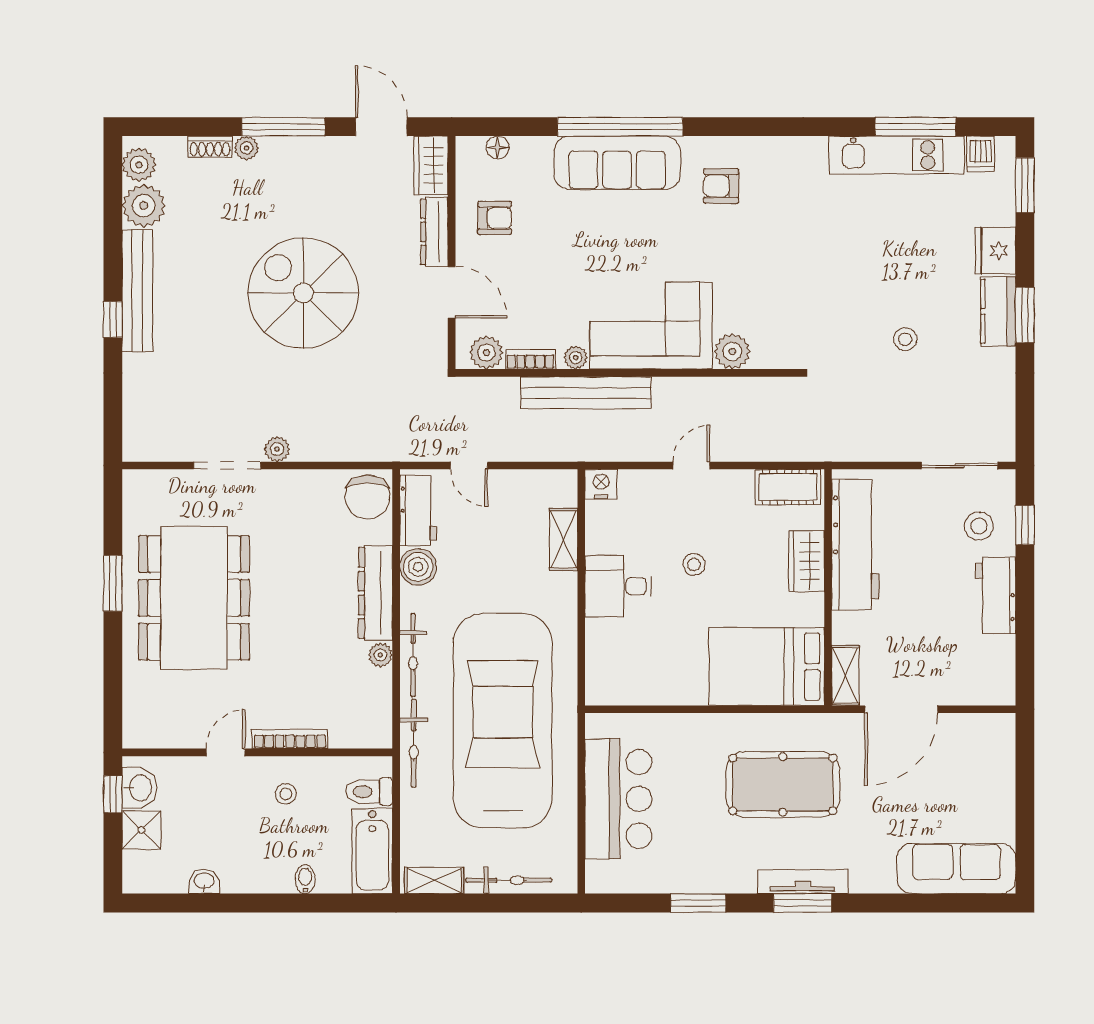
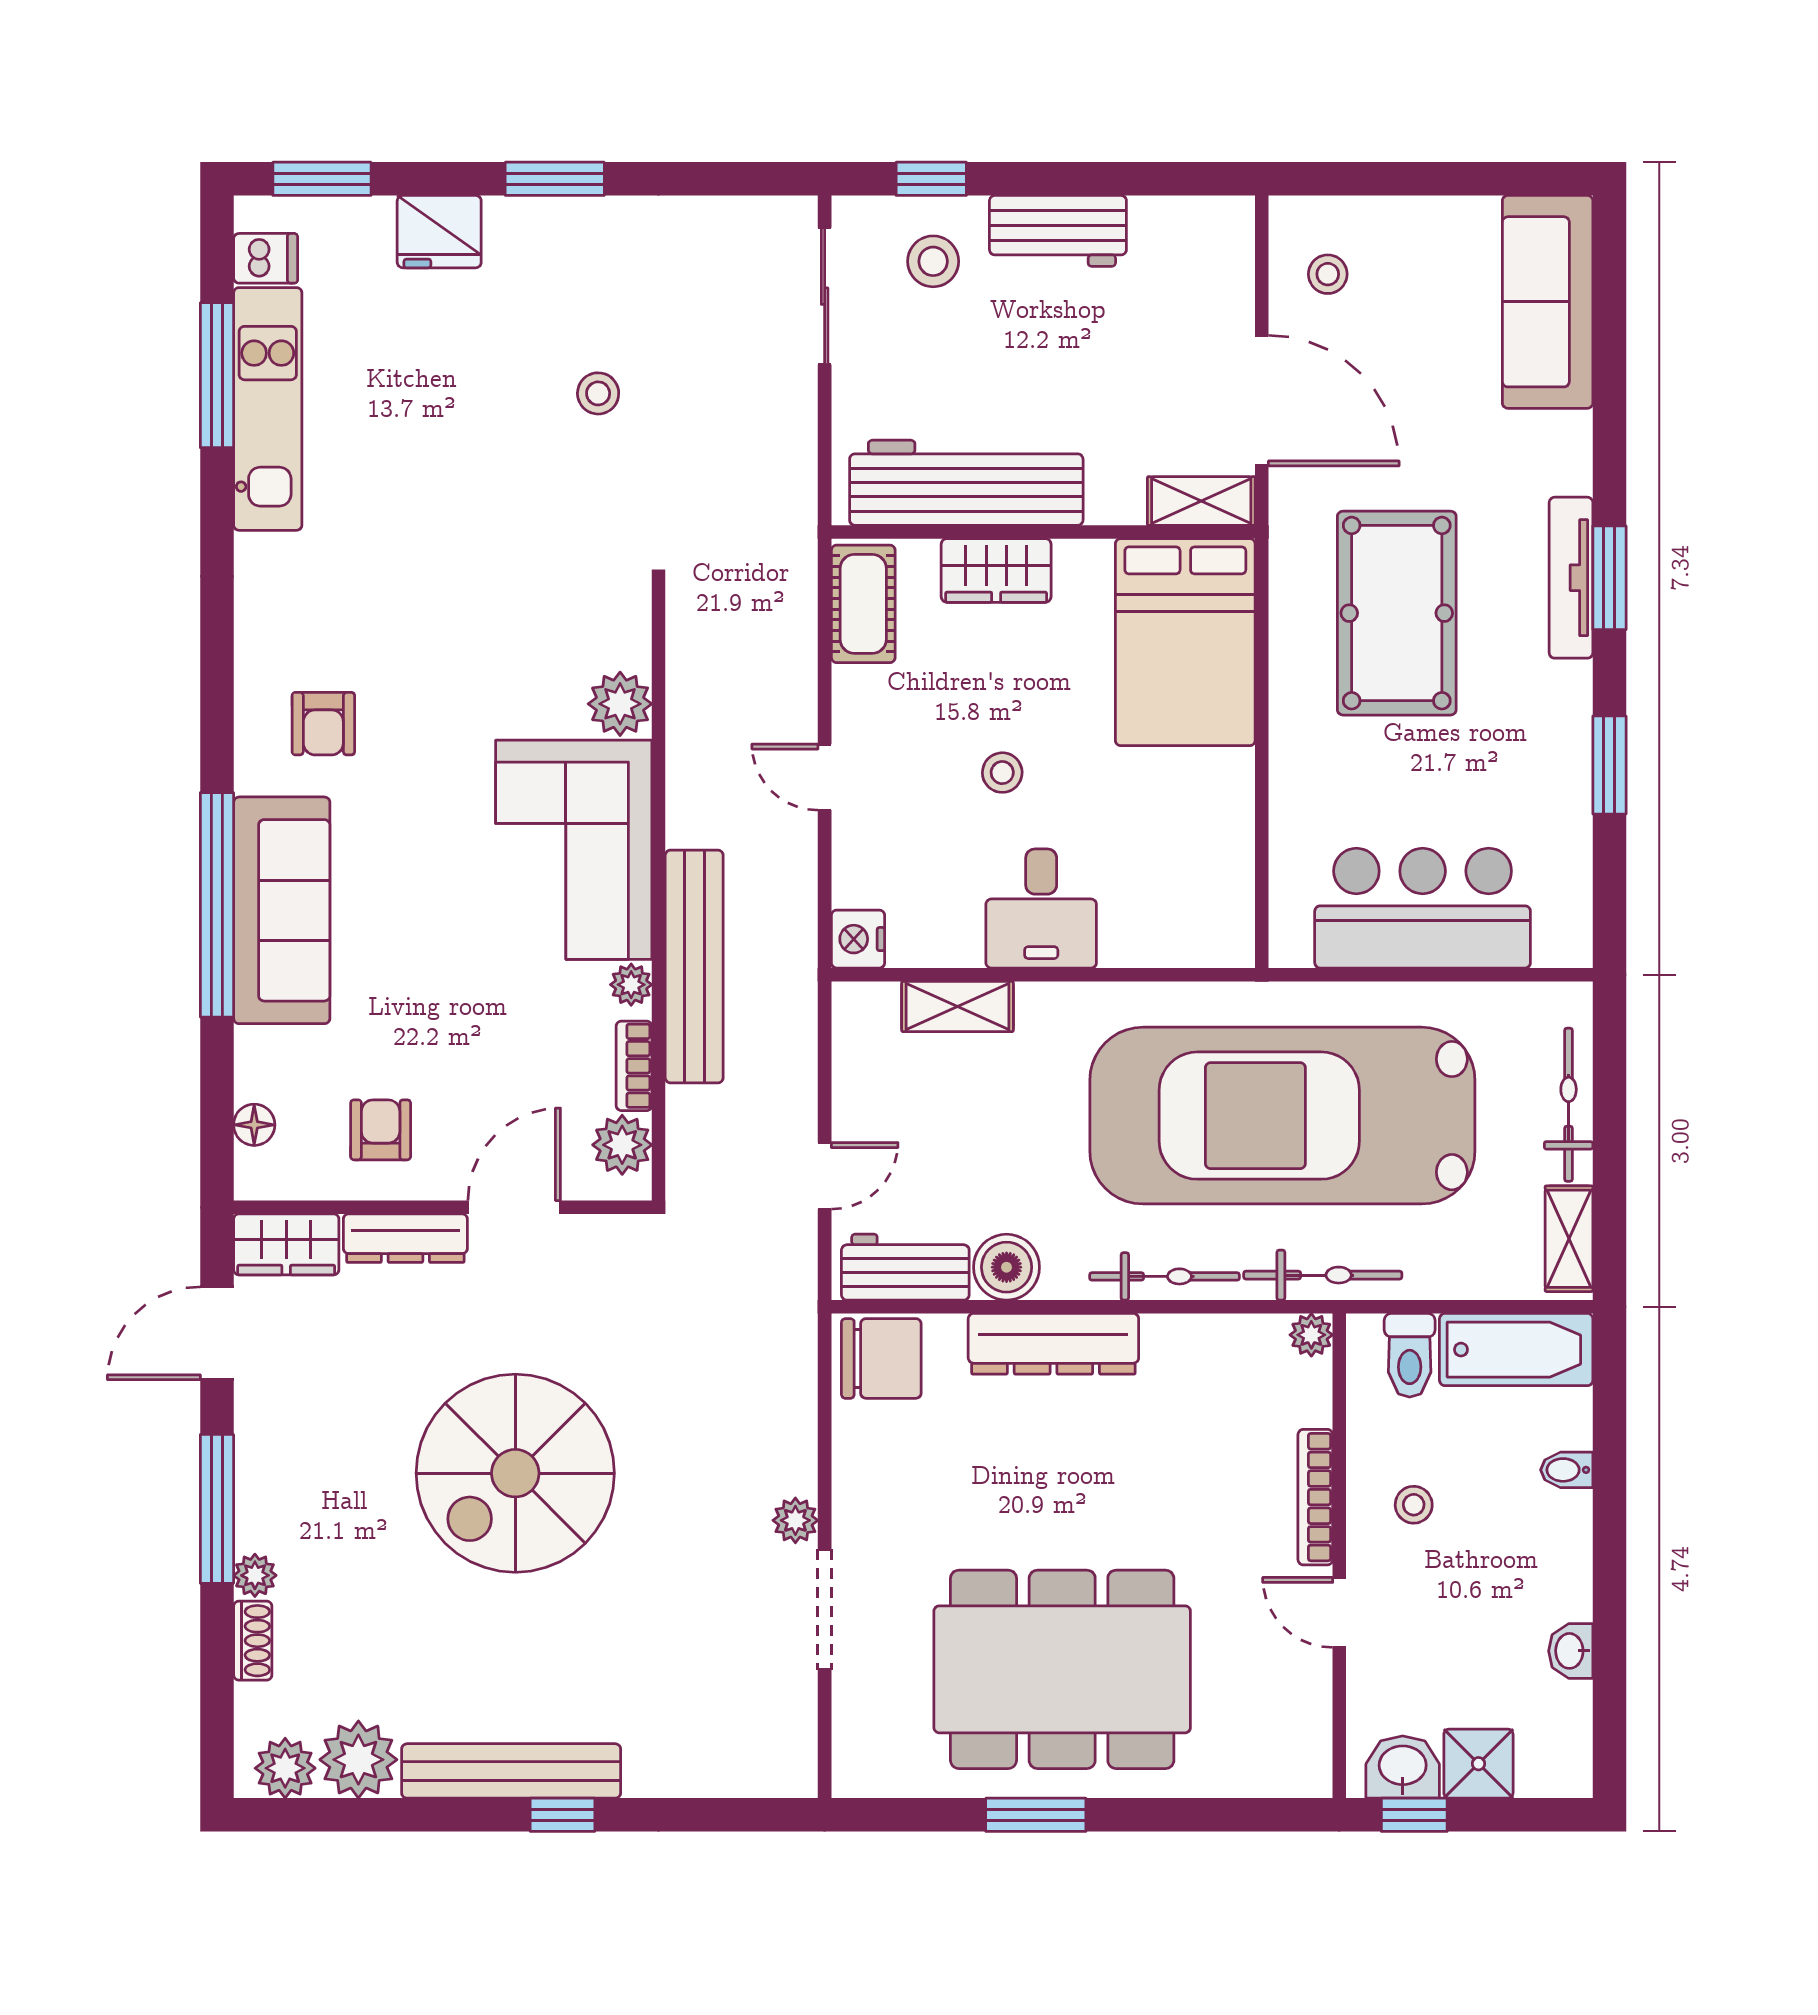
kitchen counter: (998, 311) -> (548, 227), removed
plant: (380, 655) -> (1311, 1335), moved
stool: (972, 746) -> (1328, 274), added

